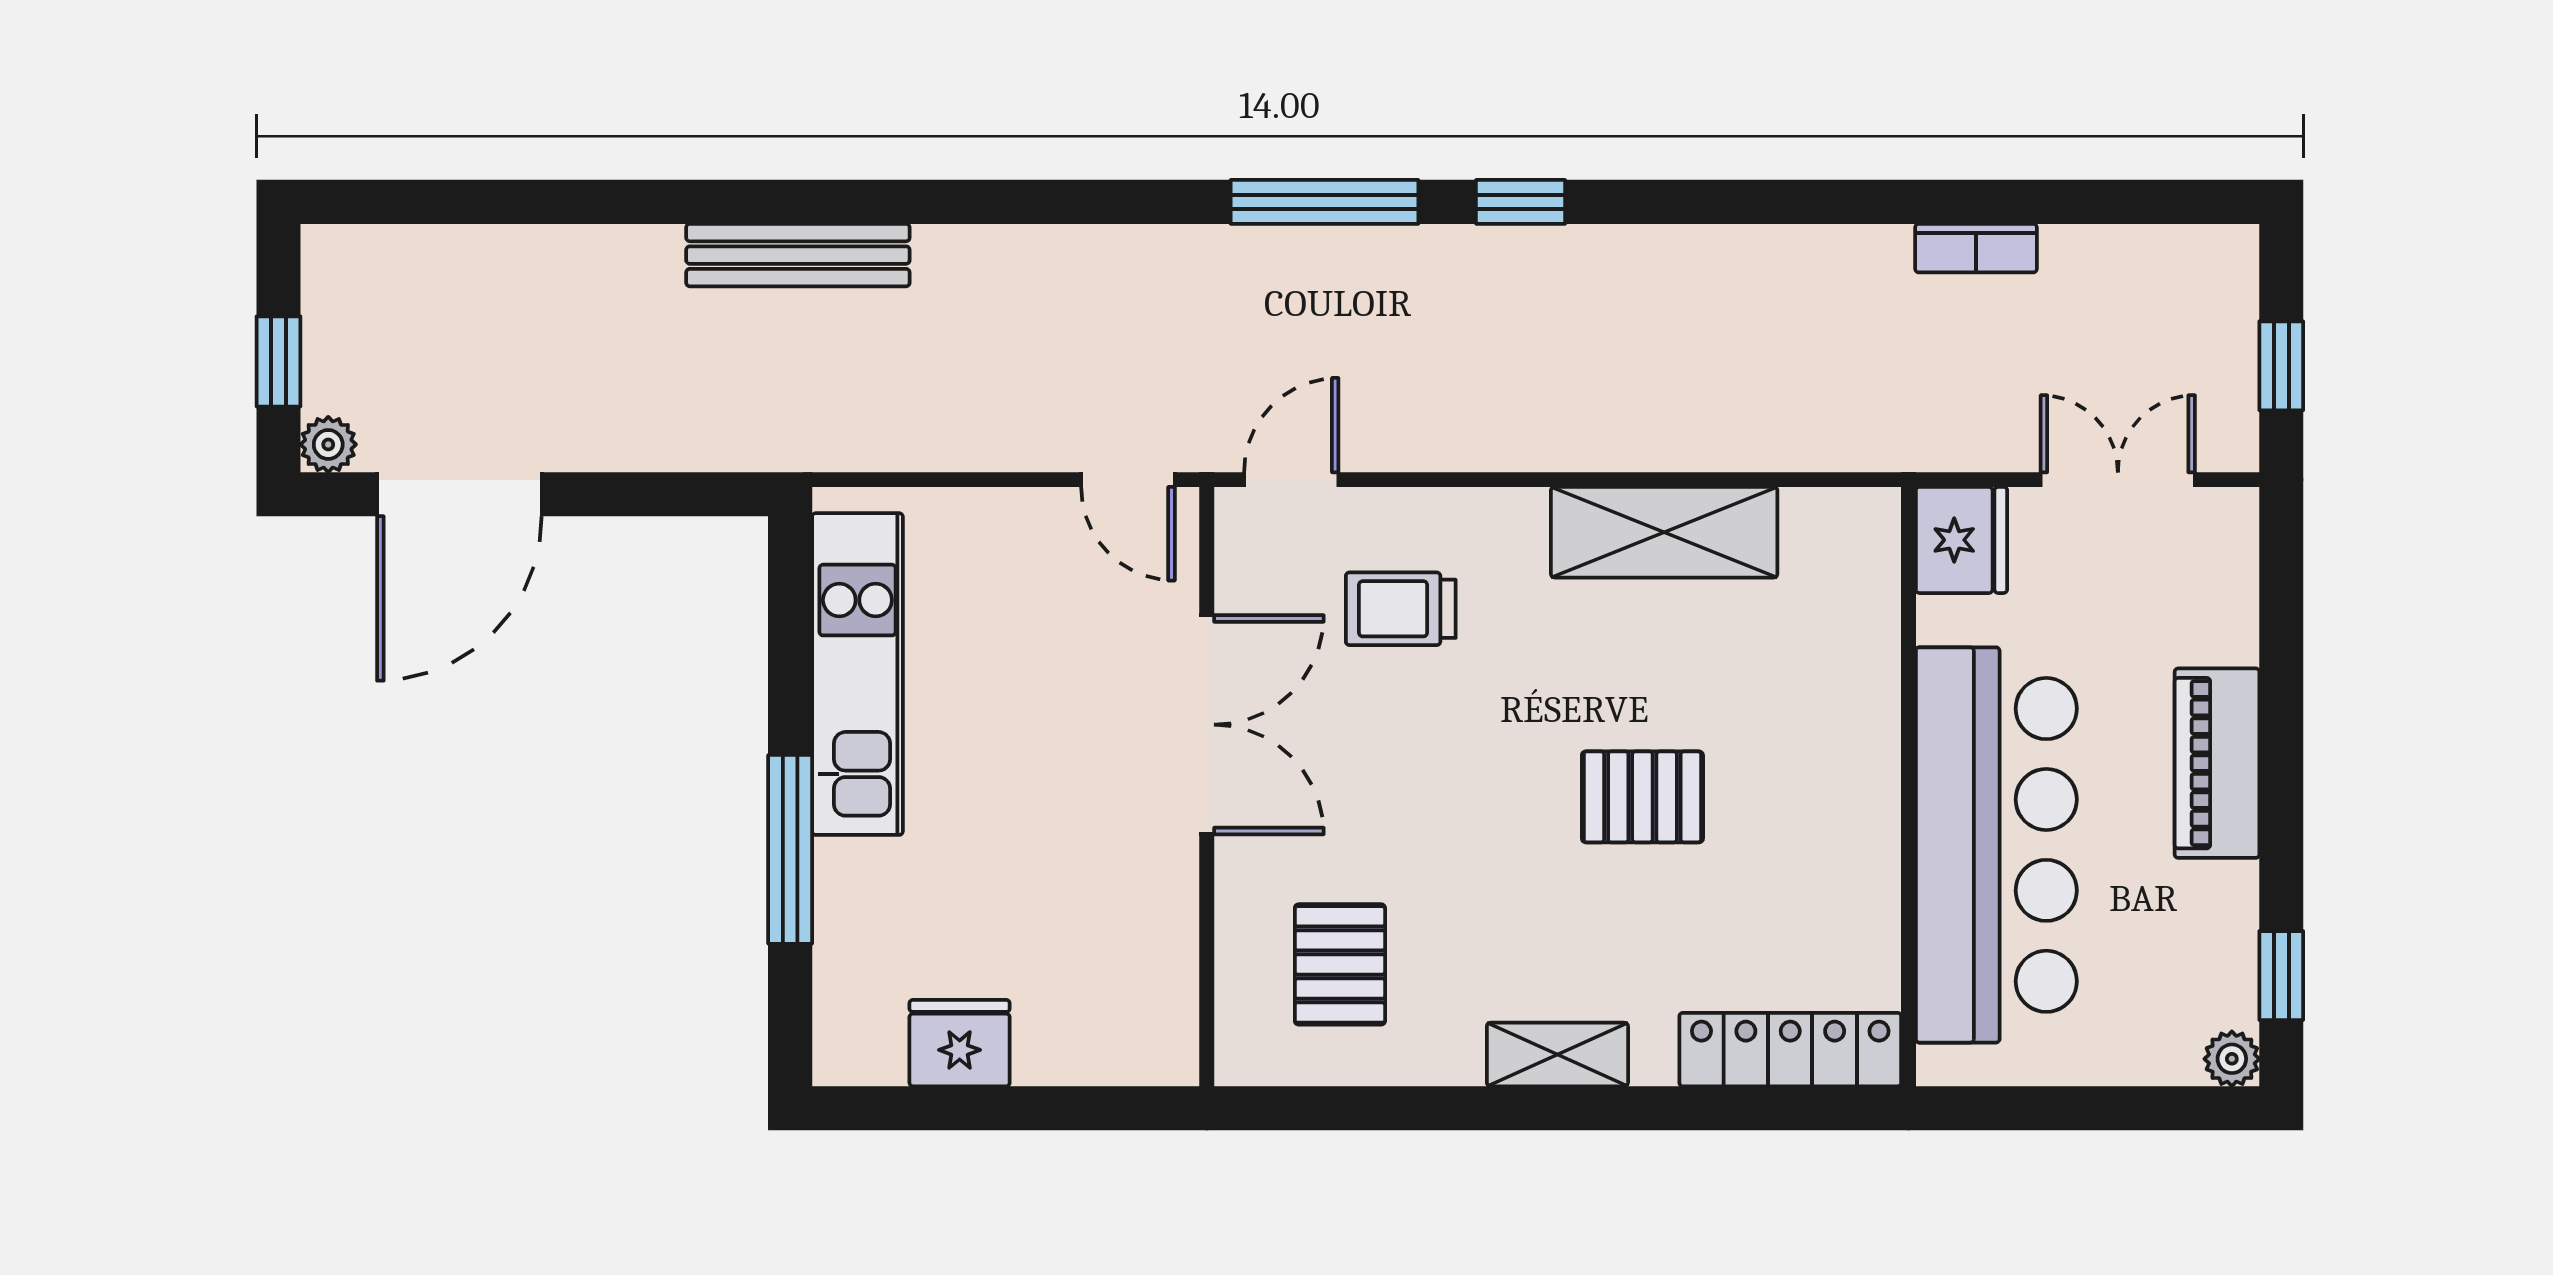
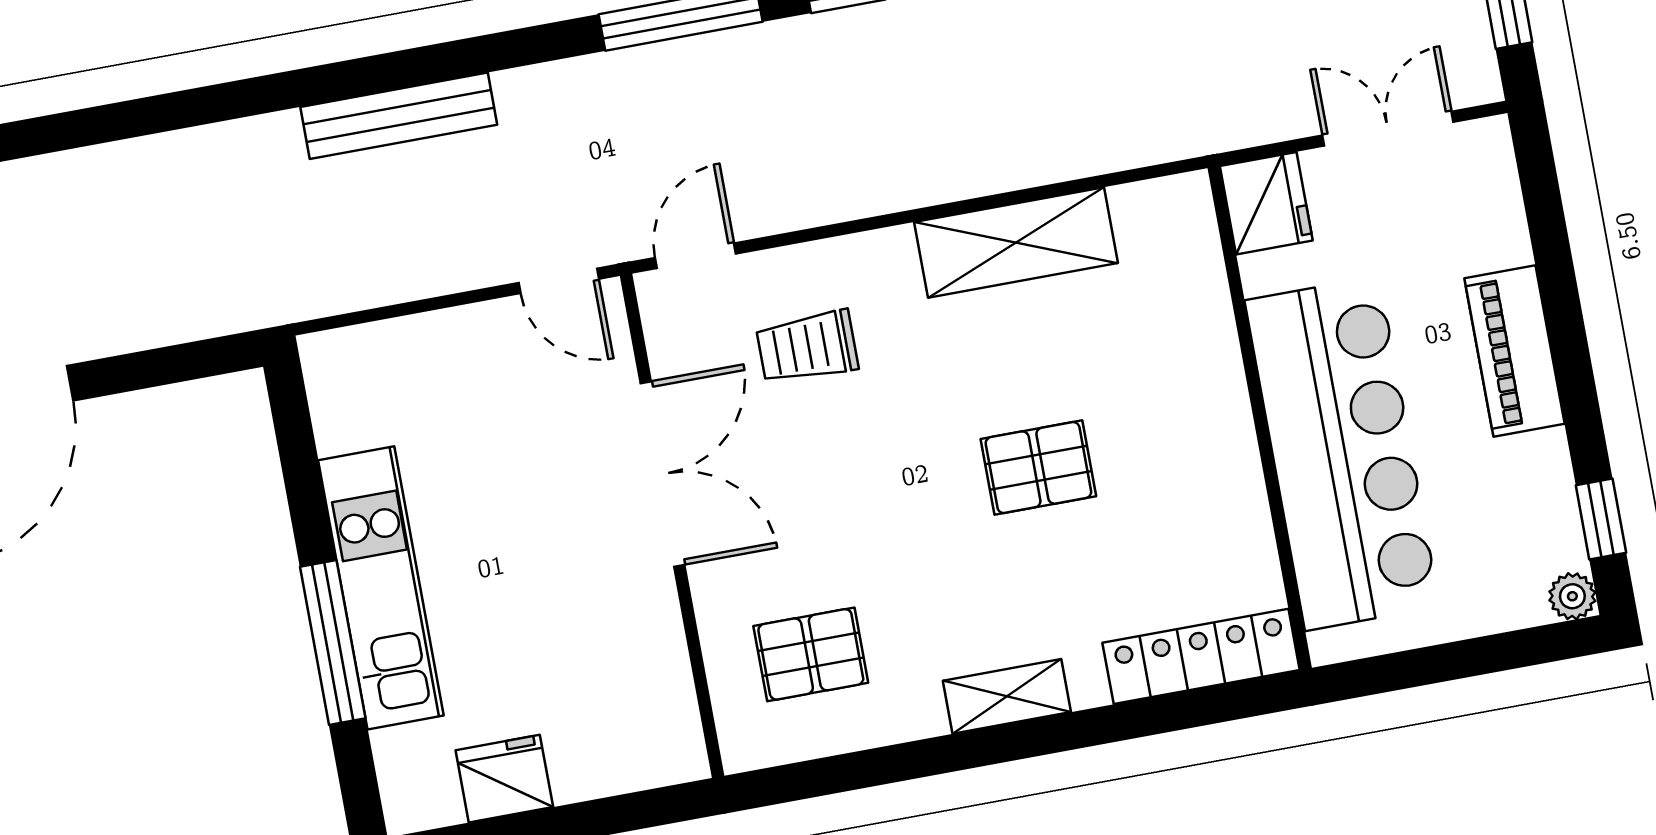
bench: (798, 255) -> (399, 116), moved
kitchen unit: (857, 674) -> (381, 588), moved
pallet: (1340, 964) -> (811, 654), turned 90

